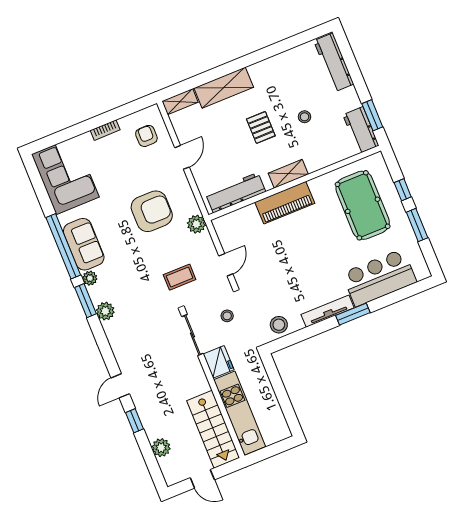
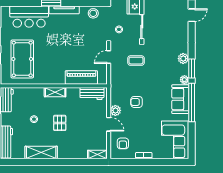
shelving: (224, 88) -> (41, 152), moved
door: (182, 157) -> (109, 124), swing flipped
workbench: (236, 193) -> (92, 94), width x0.73
piano: (285, 203) -> (81, 77), moved
armchair: (152, 211) -> (137, 102), width x0.53, depth x0.53
plant: (196, 224) -> (115, 110), moved

